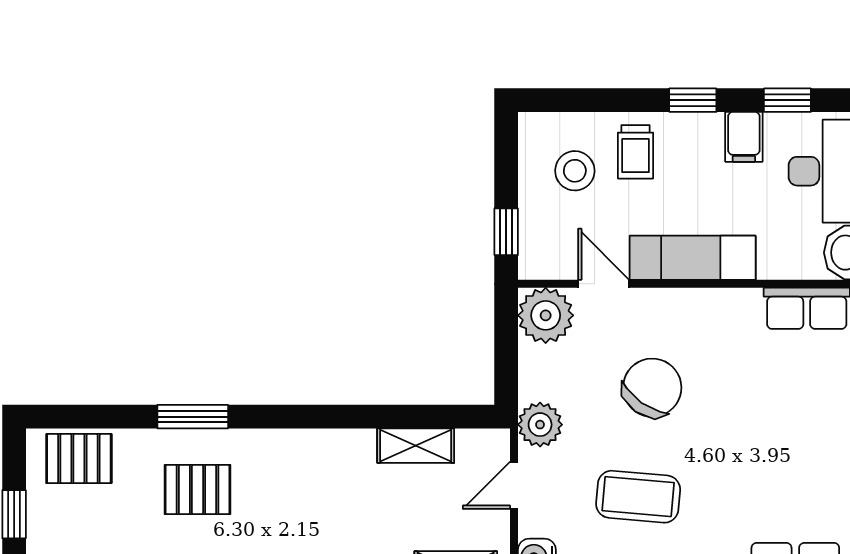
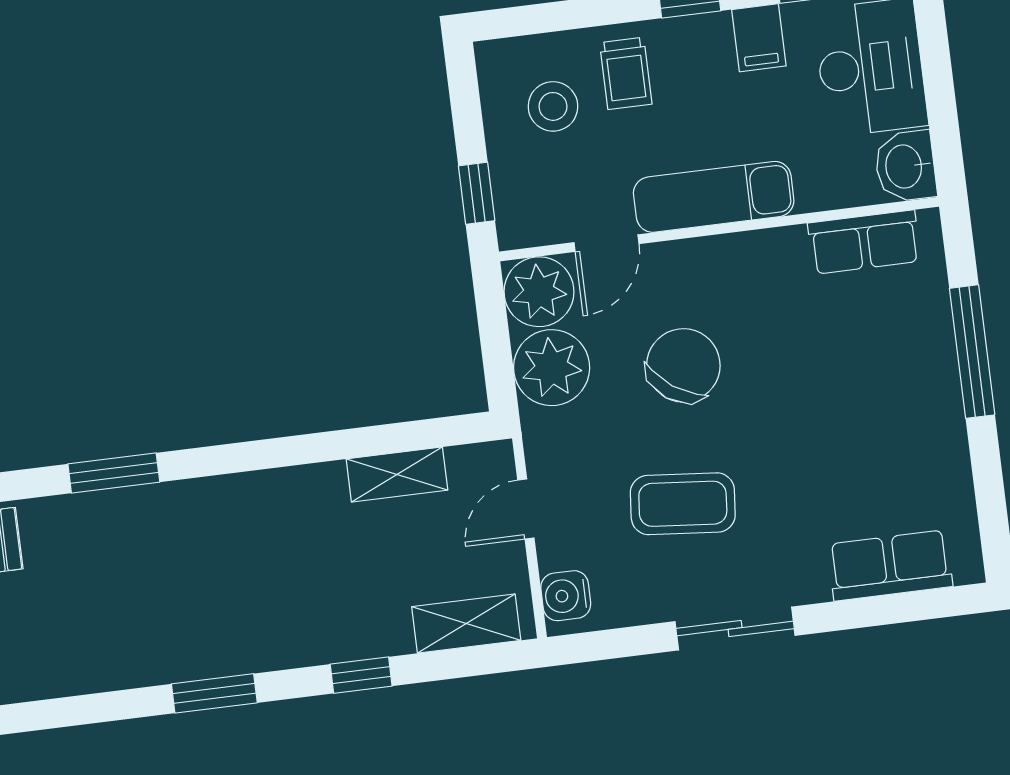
door: (604, 284) -> (607, 243), swing flipped
plant: (540, 425) -> (552, 368), moved, width x1.36, depth x1.36
pallet: (197, 490) -> (131, 563), removed

